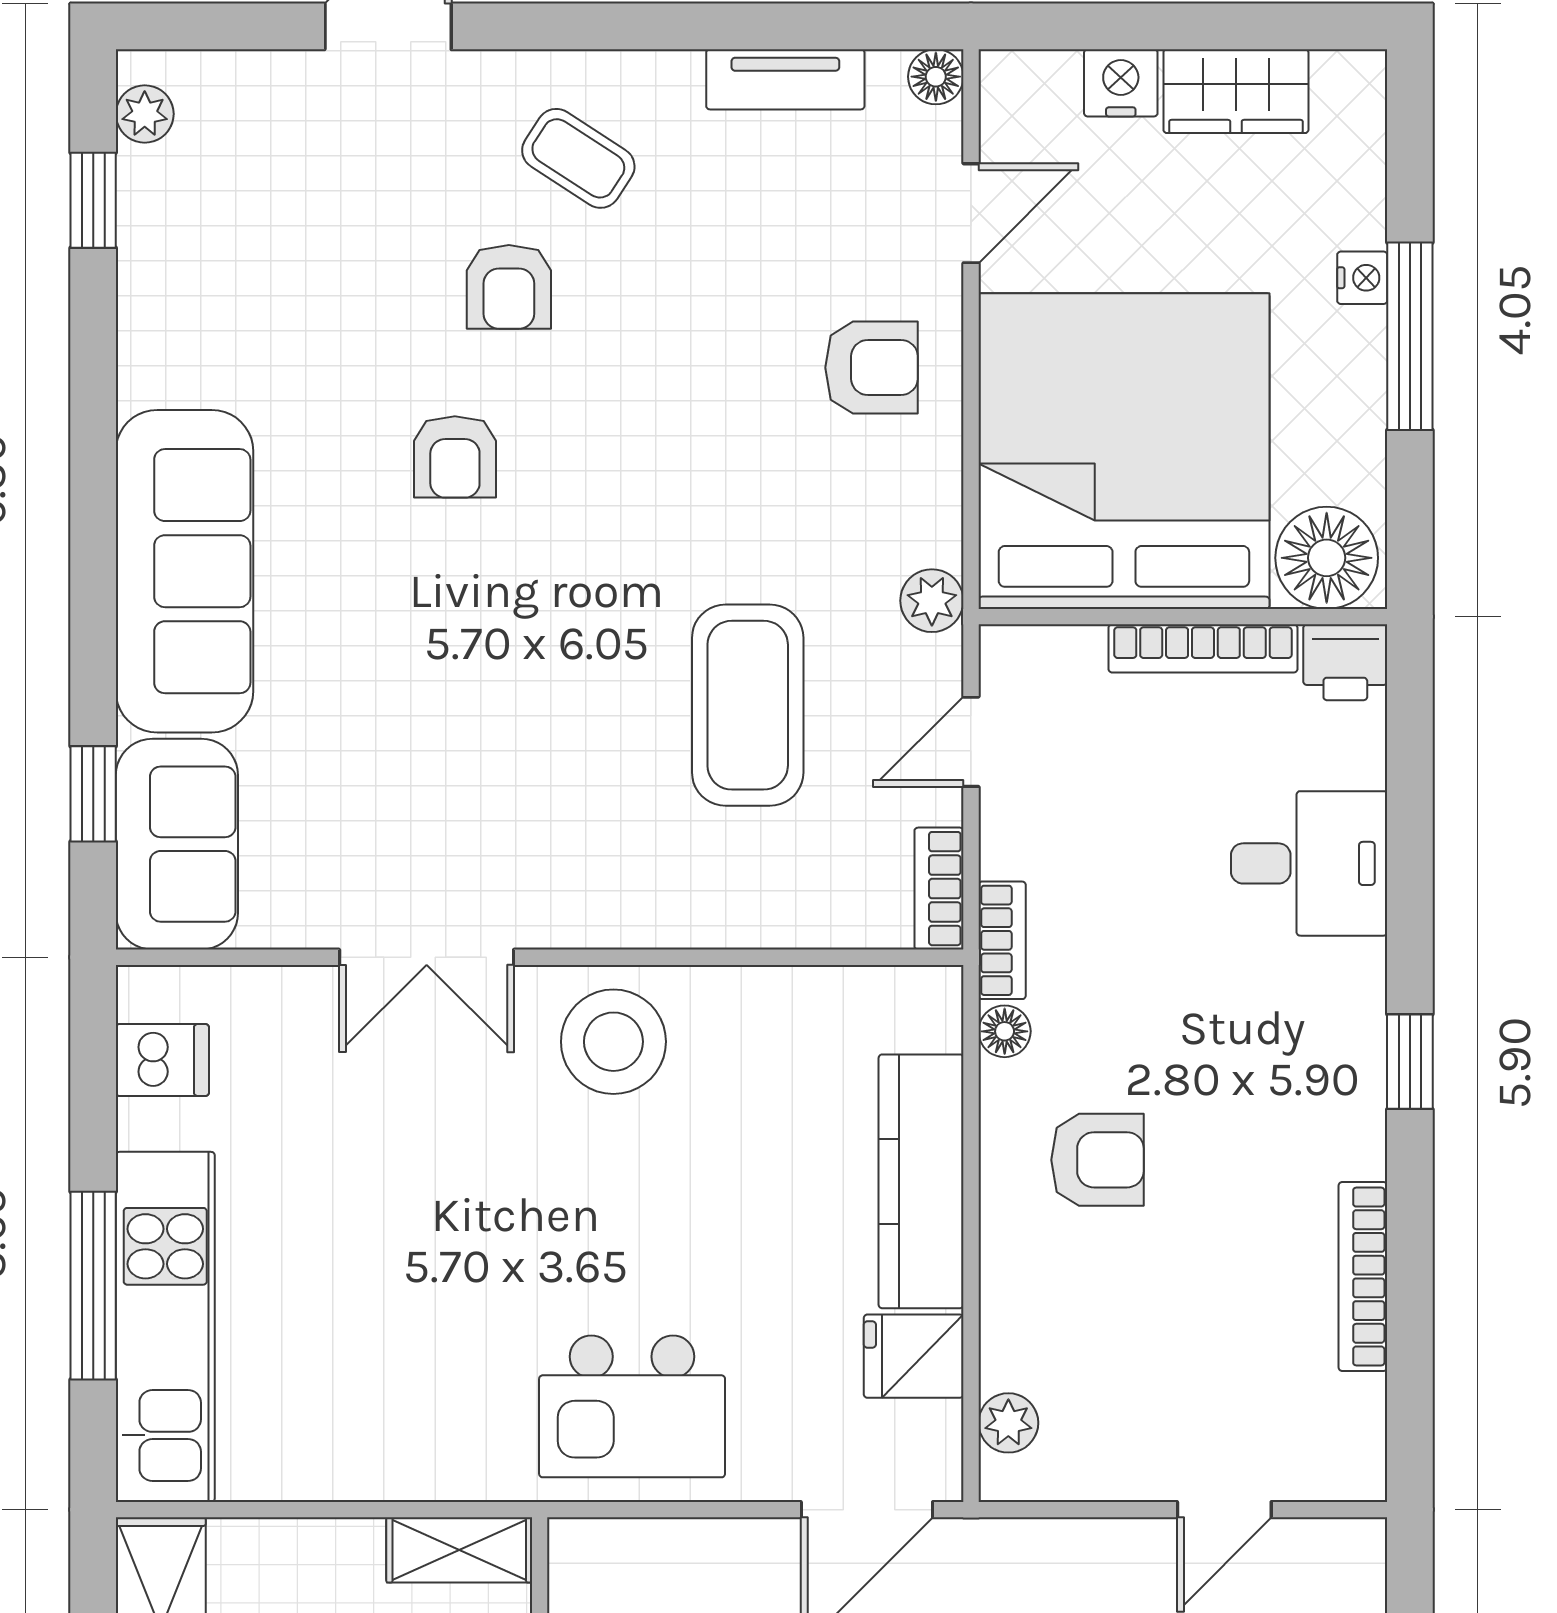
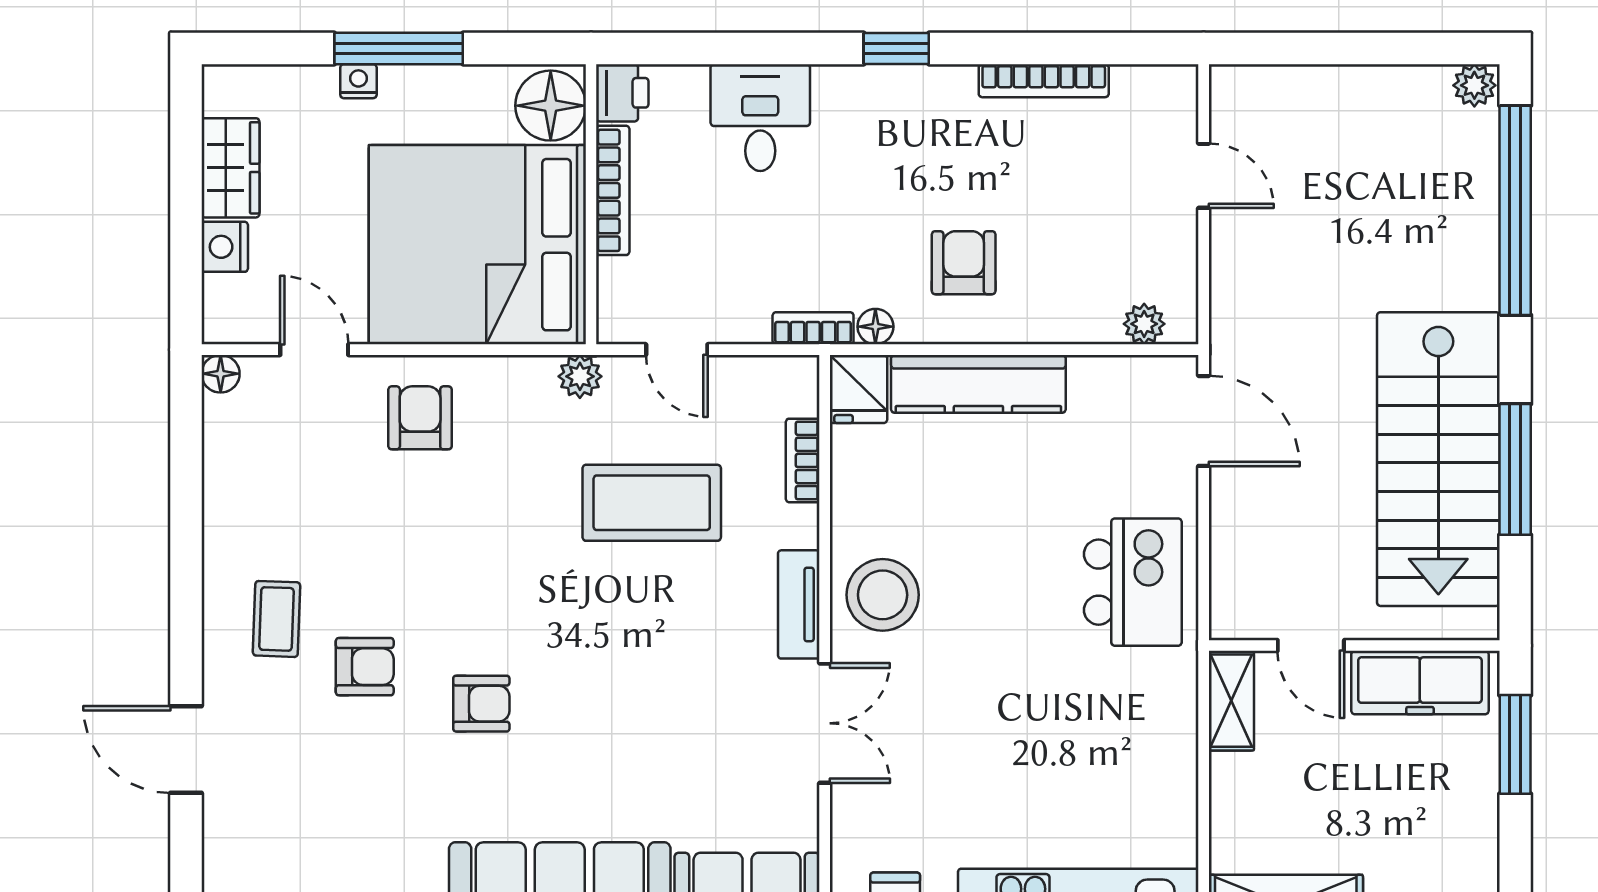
tv unit: (785, 79) -> (799, 604), moved, turned 180
coffee table: (578, 158) -> (277, 619), turned -31
bookcase: (939, 889) -> (803, 460), moved, turned 90
fridge: (914, 1356) -> (858, 389), moved

